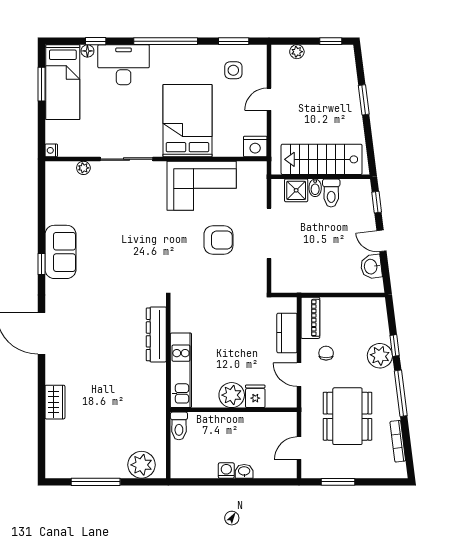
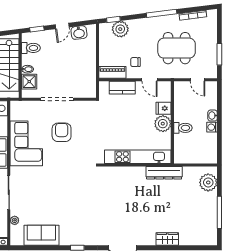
toilet: (331, 193) -> (31, 48), moved
sofa: (60, 252) -> (41, 235), moved
dresser: (156, 334) -> (164, 173), moved
window: (395, 345) -> (113, 19), moved
plant: (380, 356) -> (120, 29), moved
kitchen unit: (181, 370) -> (138, 157), width x1.36
door: (299, 375) -> (149, 80), hinge flipped
toilet: (179, 426) -> (183, 128), moved

